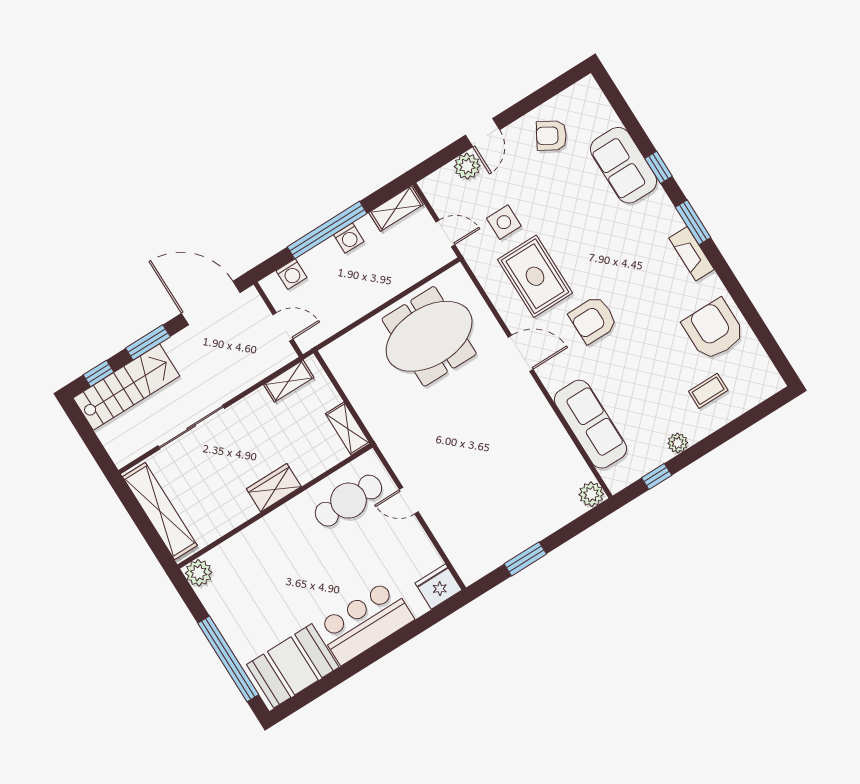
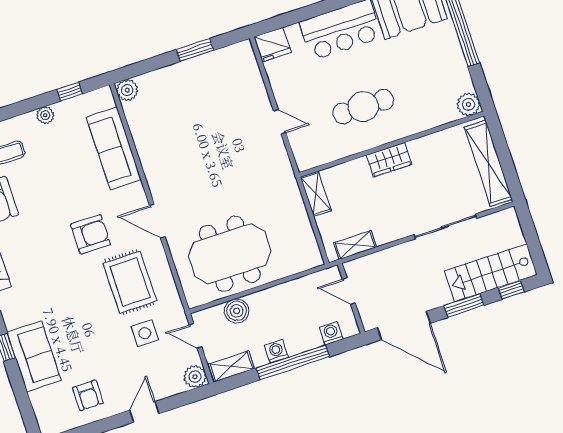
armchair: (551, 136) -> (88, 395), turned 60
plant: (467, 166) -> (195, 377), moved
boiler: (405, 273) -> (237, 311), added
cafe table: (348, 501) -> (363, 107), moved

